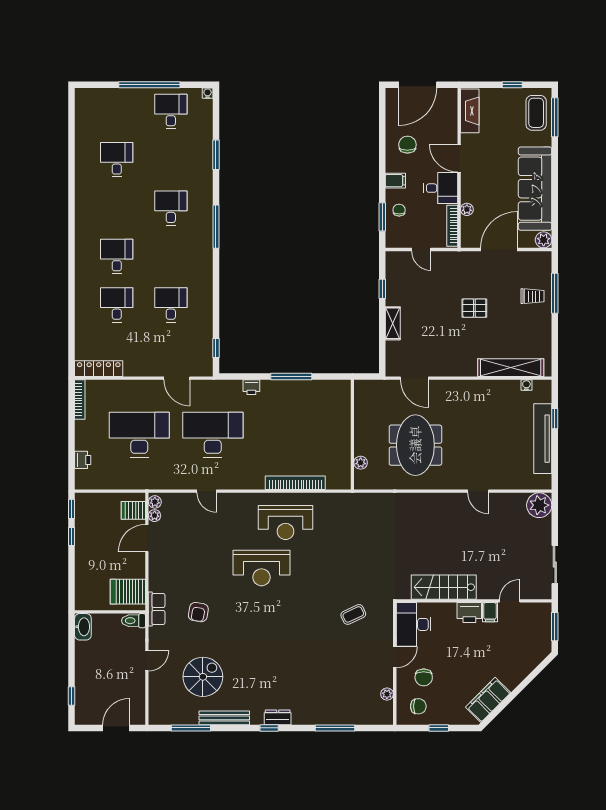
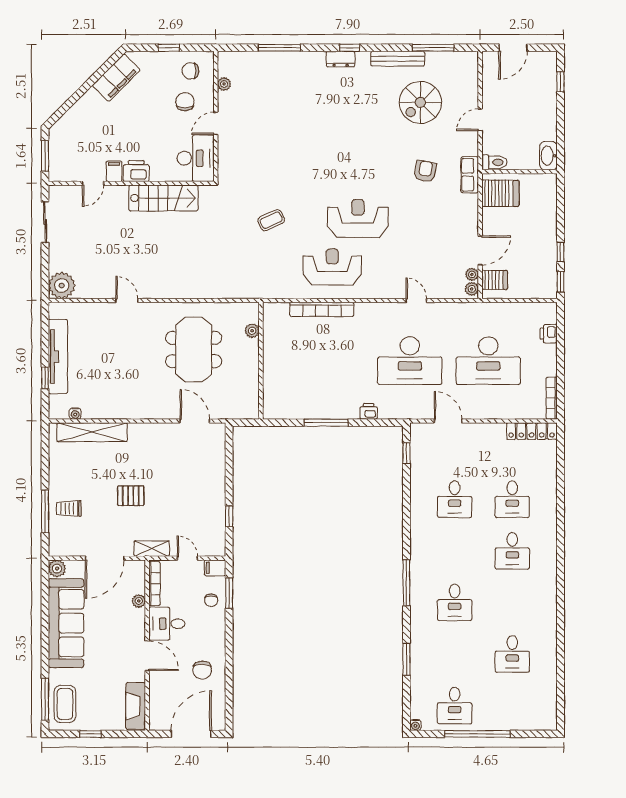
filing cabinet: (395, 181) -> (215, 568), moved
shelving: (393, 323) -> (152, 549), moved, turned 90
coffee table: (353, 614) -> (271, 220), moved

